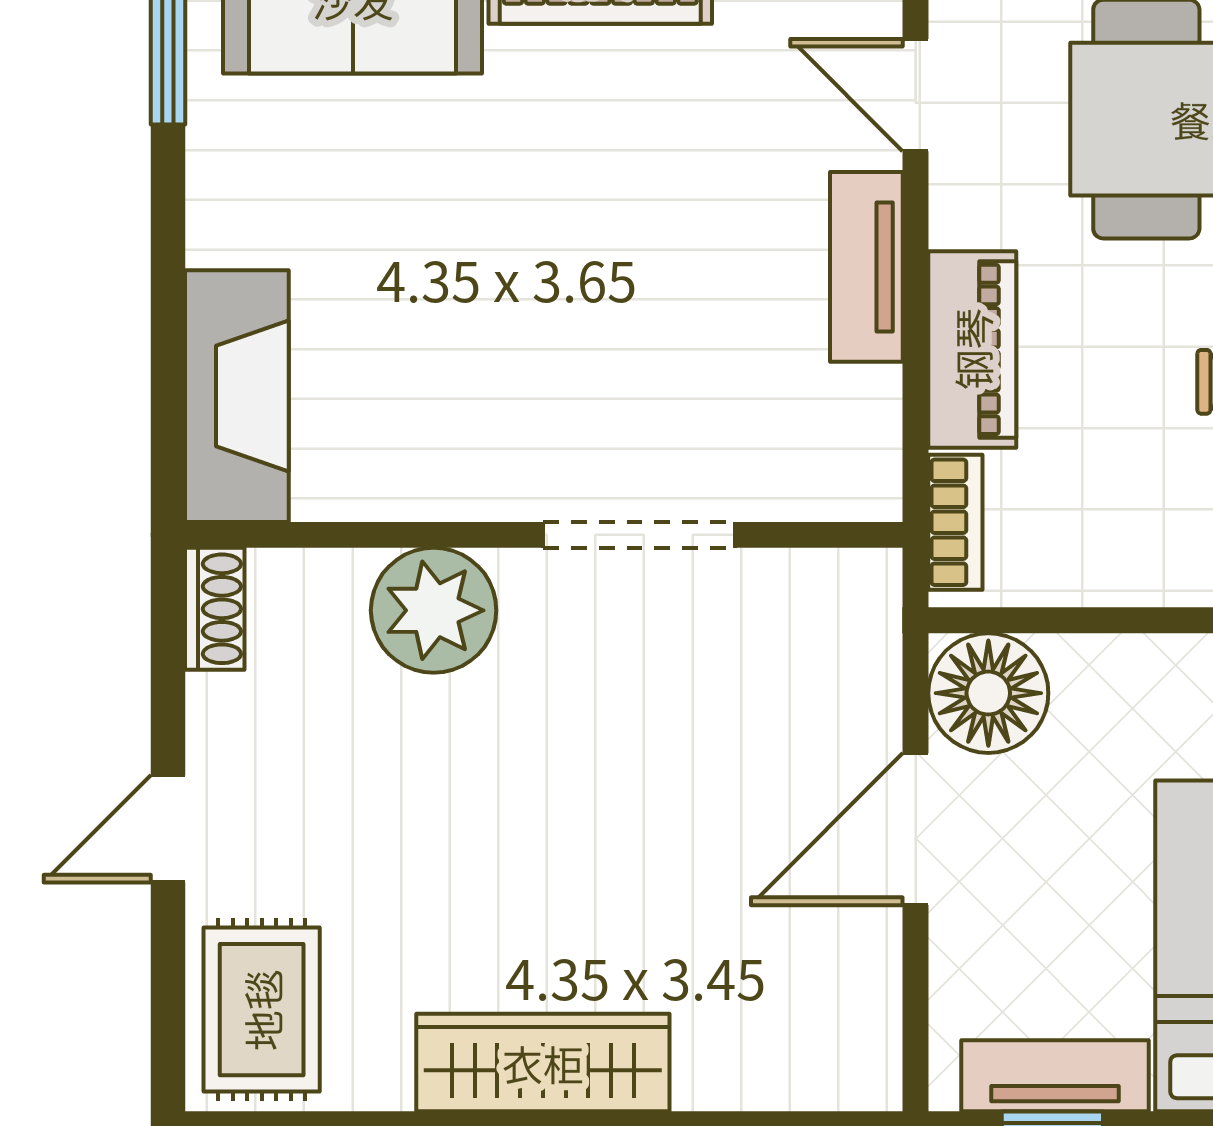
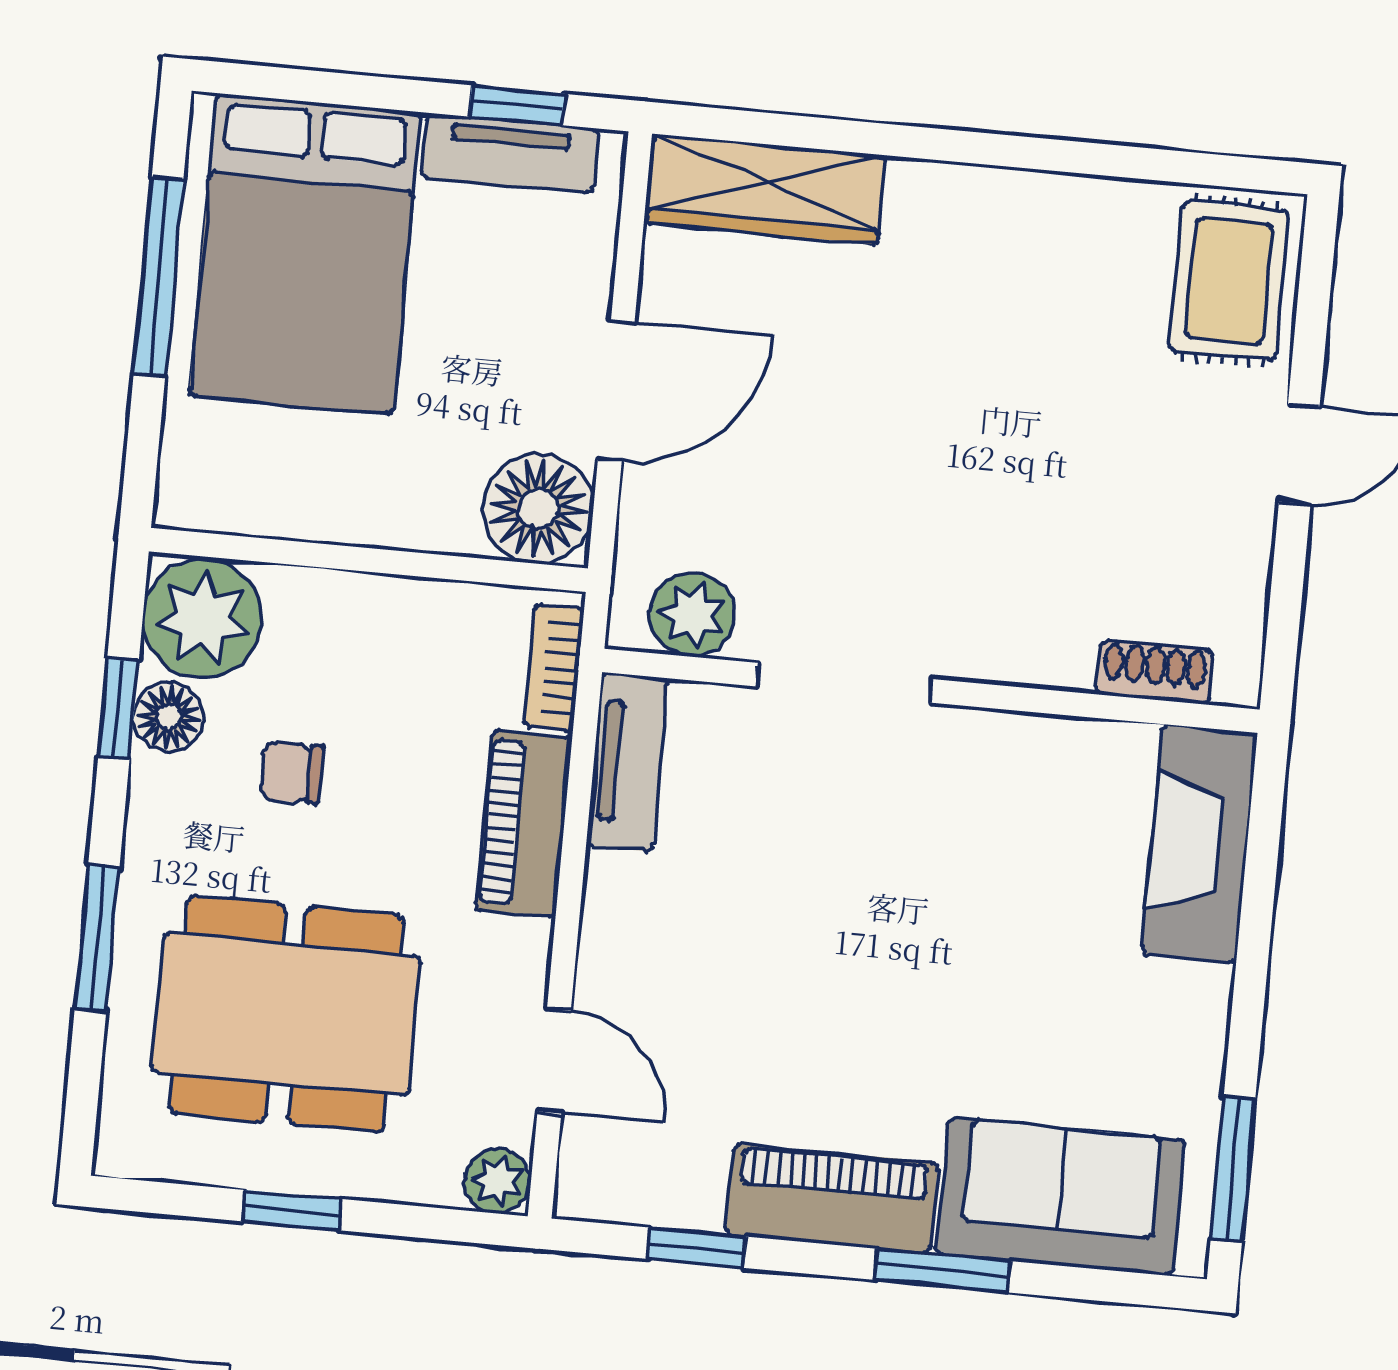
tv unit: (866, 267) -> (627, 762), moved
shoe rack: (215, 609) -> (1155, 672), moved, turned 90
plant: (434, 610) -> (692, 615), moved, width x0.73, depth x0.73
wardrobe: (543, 1063) -> (766, 189), moved

